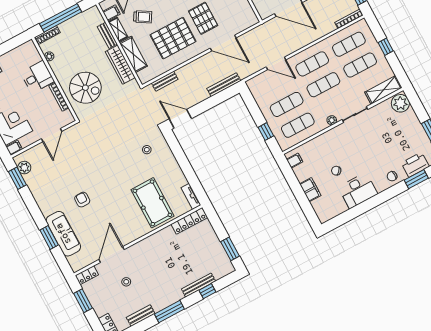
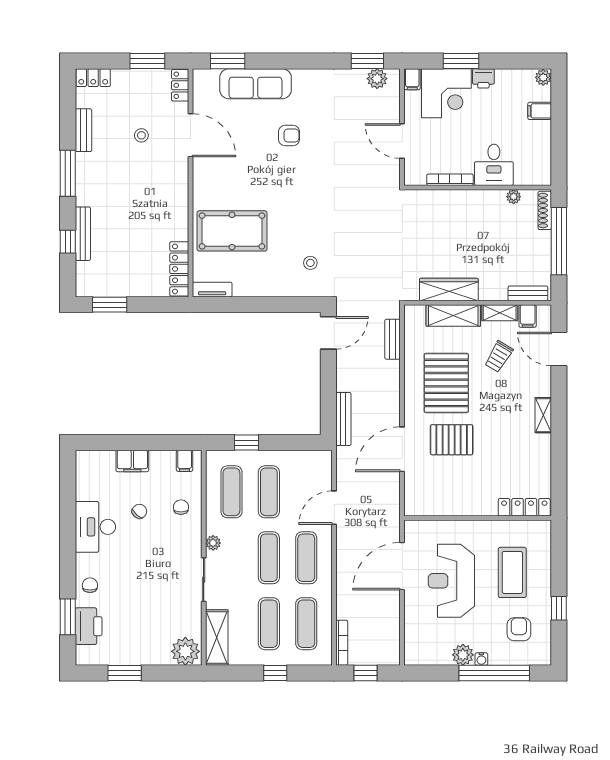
bench: (107, 35) -> (528, 293), moved
spiral stairs: (85, 88) -> (443, 224), removed
chair: (321, 149) -> (181, 507), added
window: (49, 237) -> (228, 61), moved

